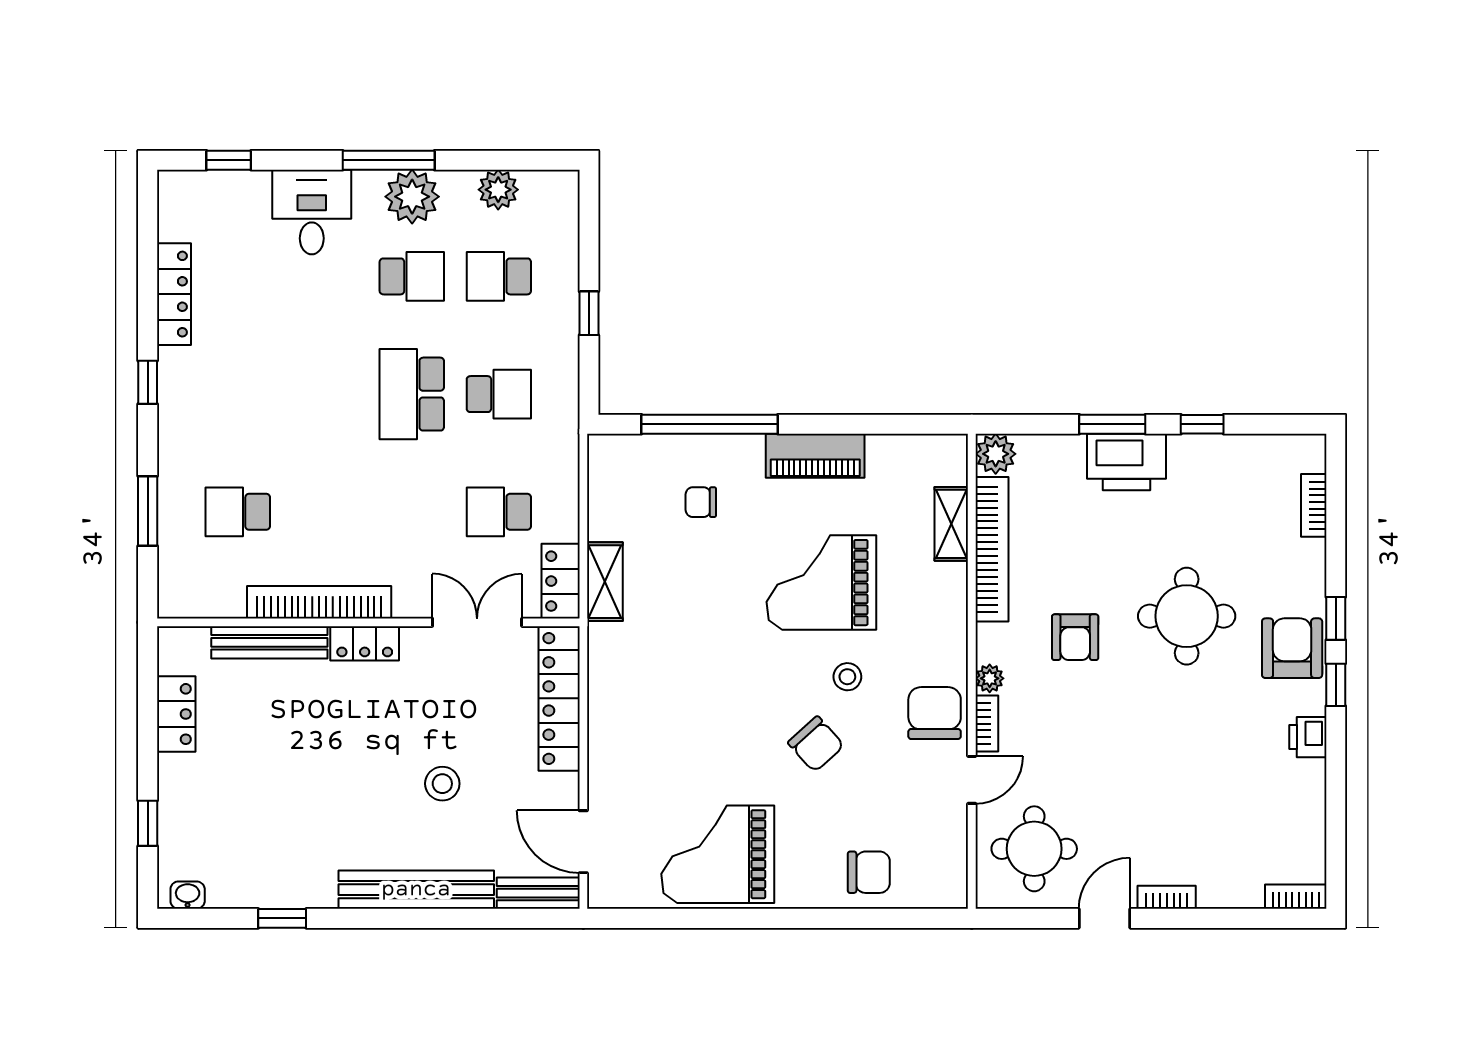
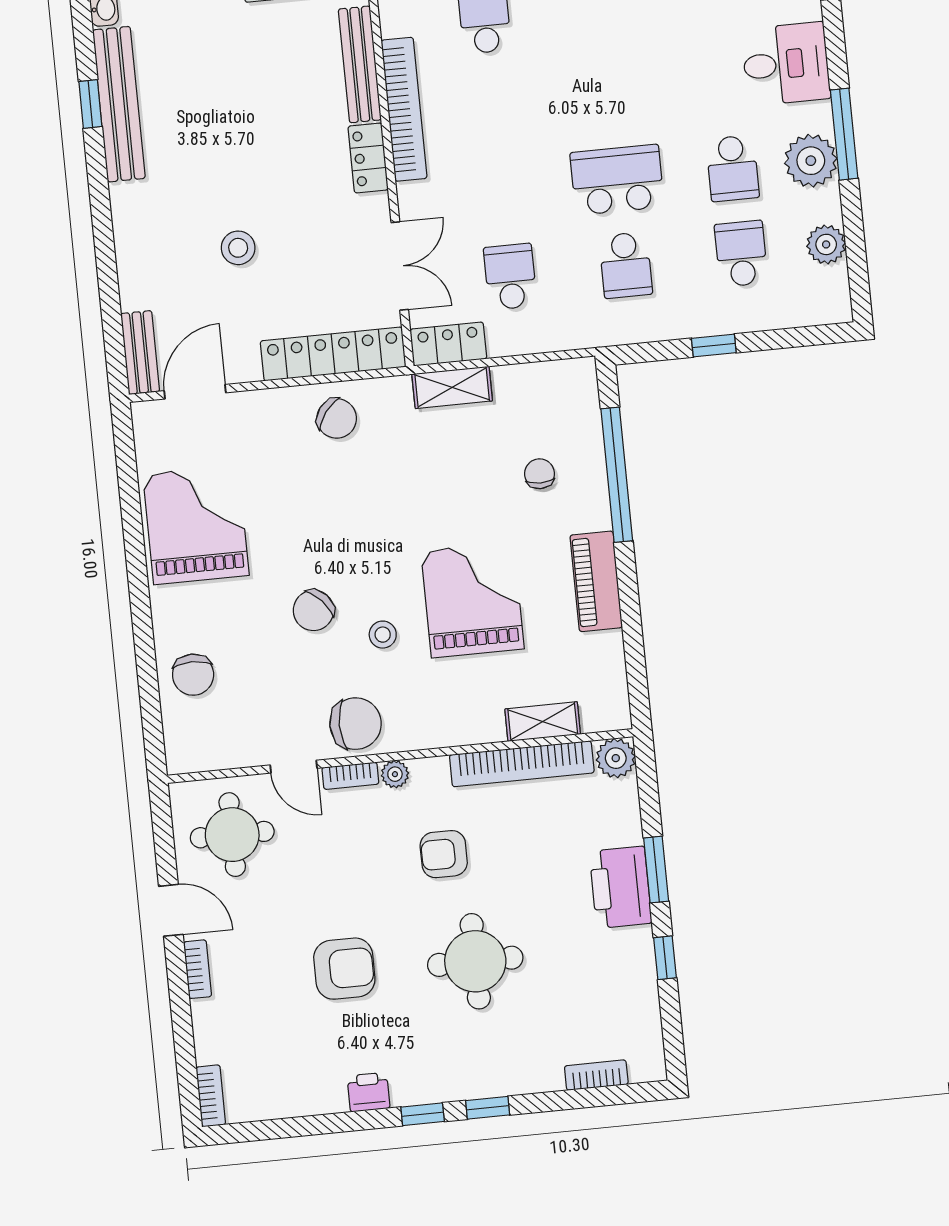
armchair: (1292, 648) -> (344, 969), moved
chair: (624, 701) -> (337, 418), added
bench: (416, 890) -> (119, 104), moved

